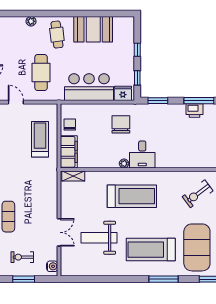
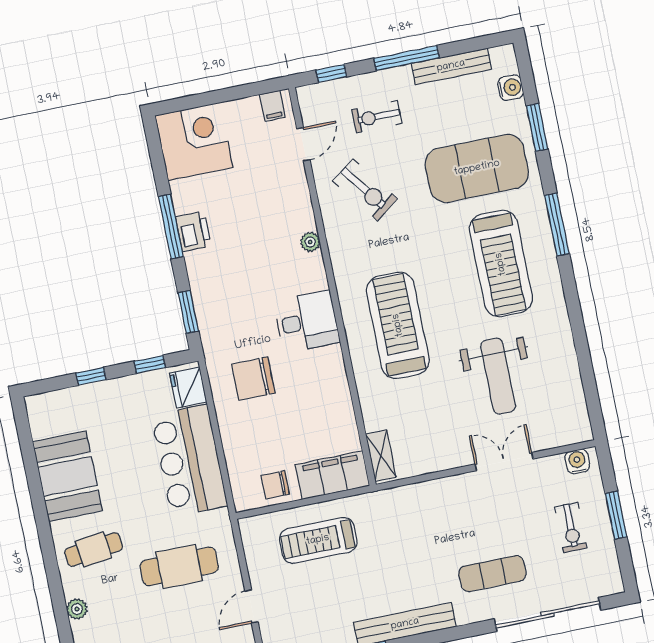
plant: (124, 164) -> (310, 242), moved

